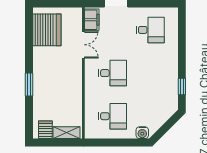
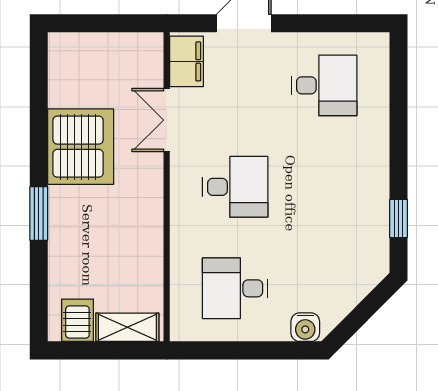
server rack: (47, 30) -> (81, 147), moved
double door: (83, 45) -> (167, 120), swing flipped
desk: (112, 116) -> (235, 288), turned 180

